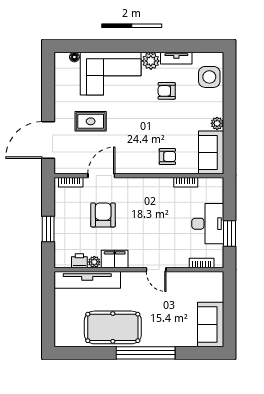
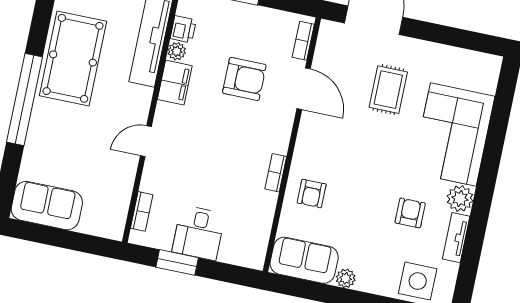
floor lamp: (74, 57) -> (490, 85), removed
bookcase: (186, 182) -> (276, 173), moved
desk: (208, 224) -> (199, 233), width x0.73

